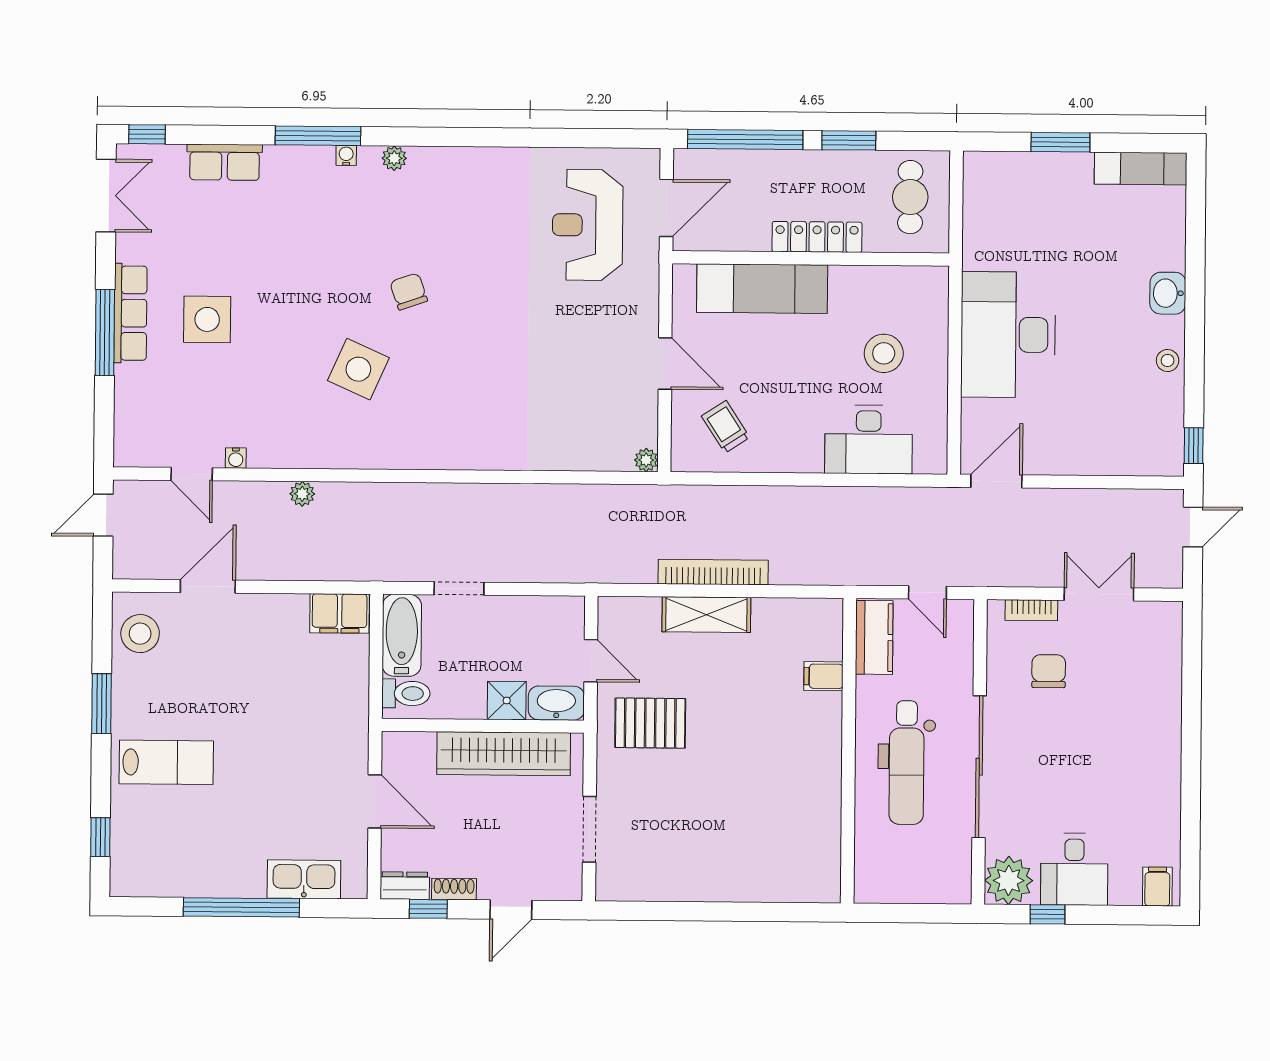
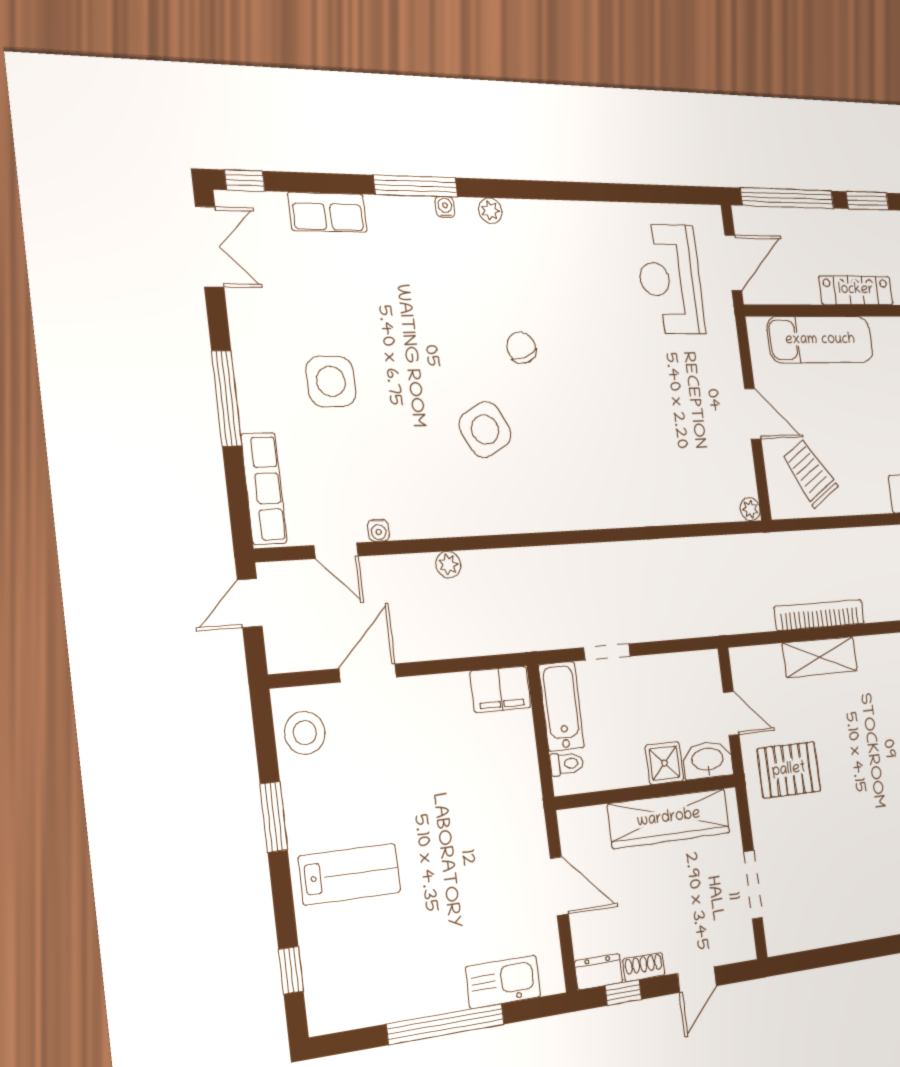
row of seats: (130, 313) -> (264, 488), moved
side table: (358, 369) -> (485, 430), turned 38
trolley: (726, 427) -> (810, 473), width x1.36, depth x1.39
toilet: (406, 693) -> (567, 764), width x0.73, depth x0.72

